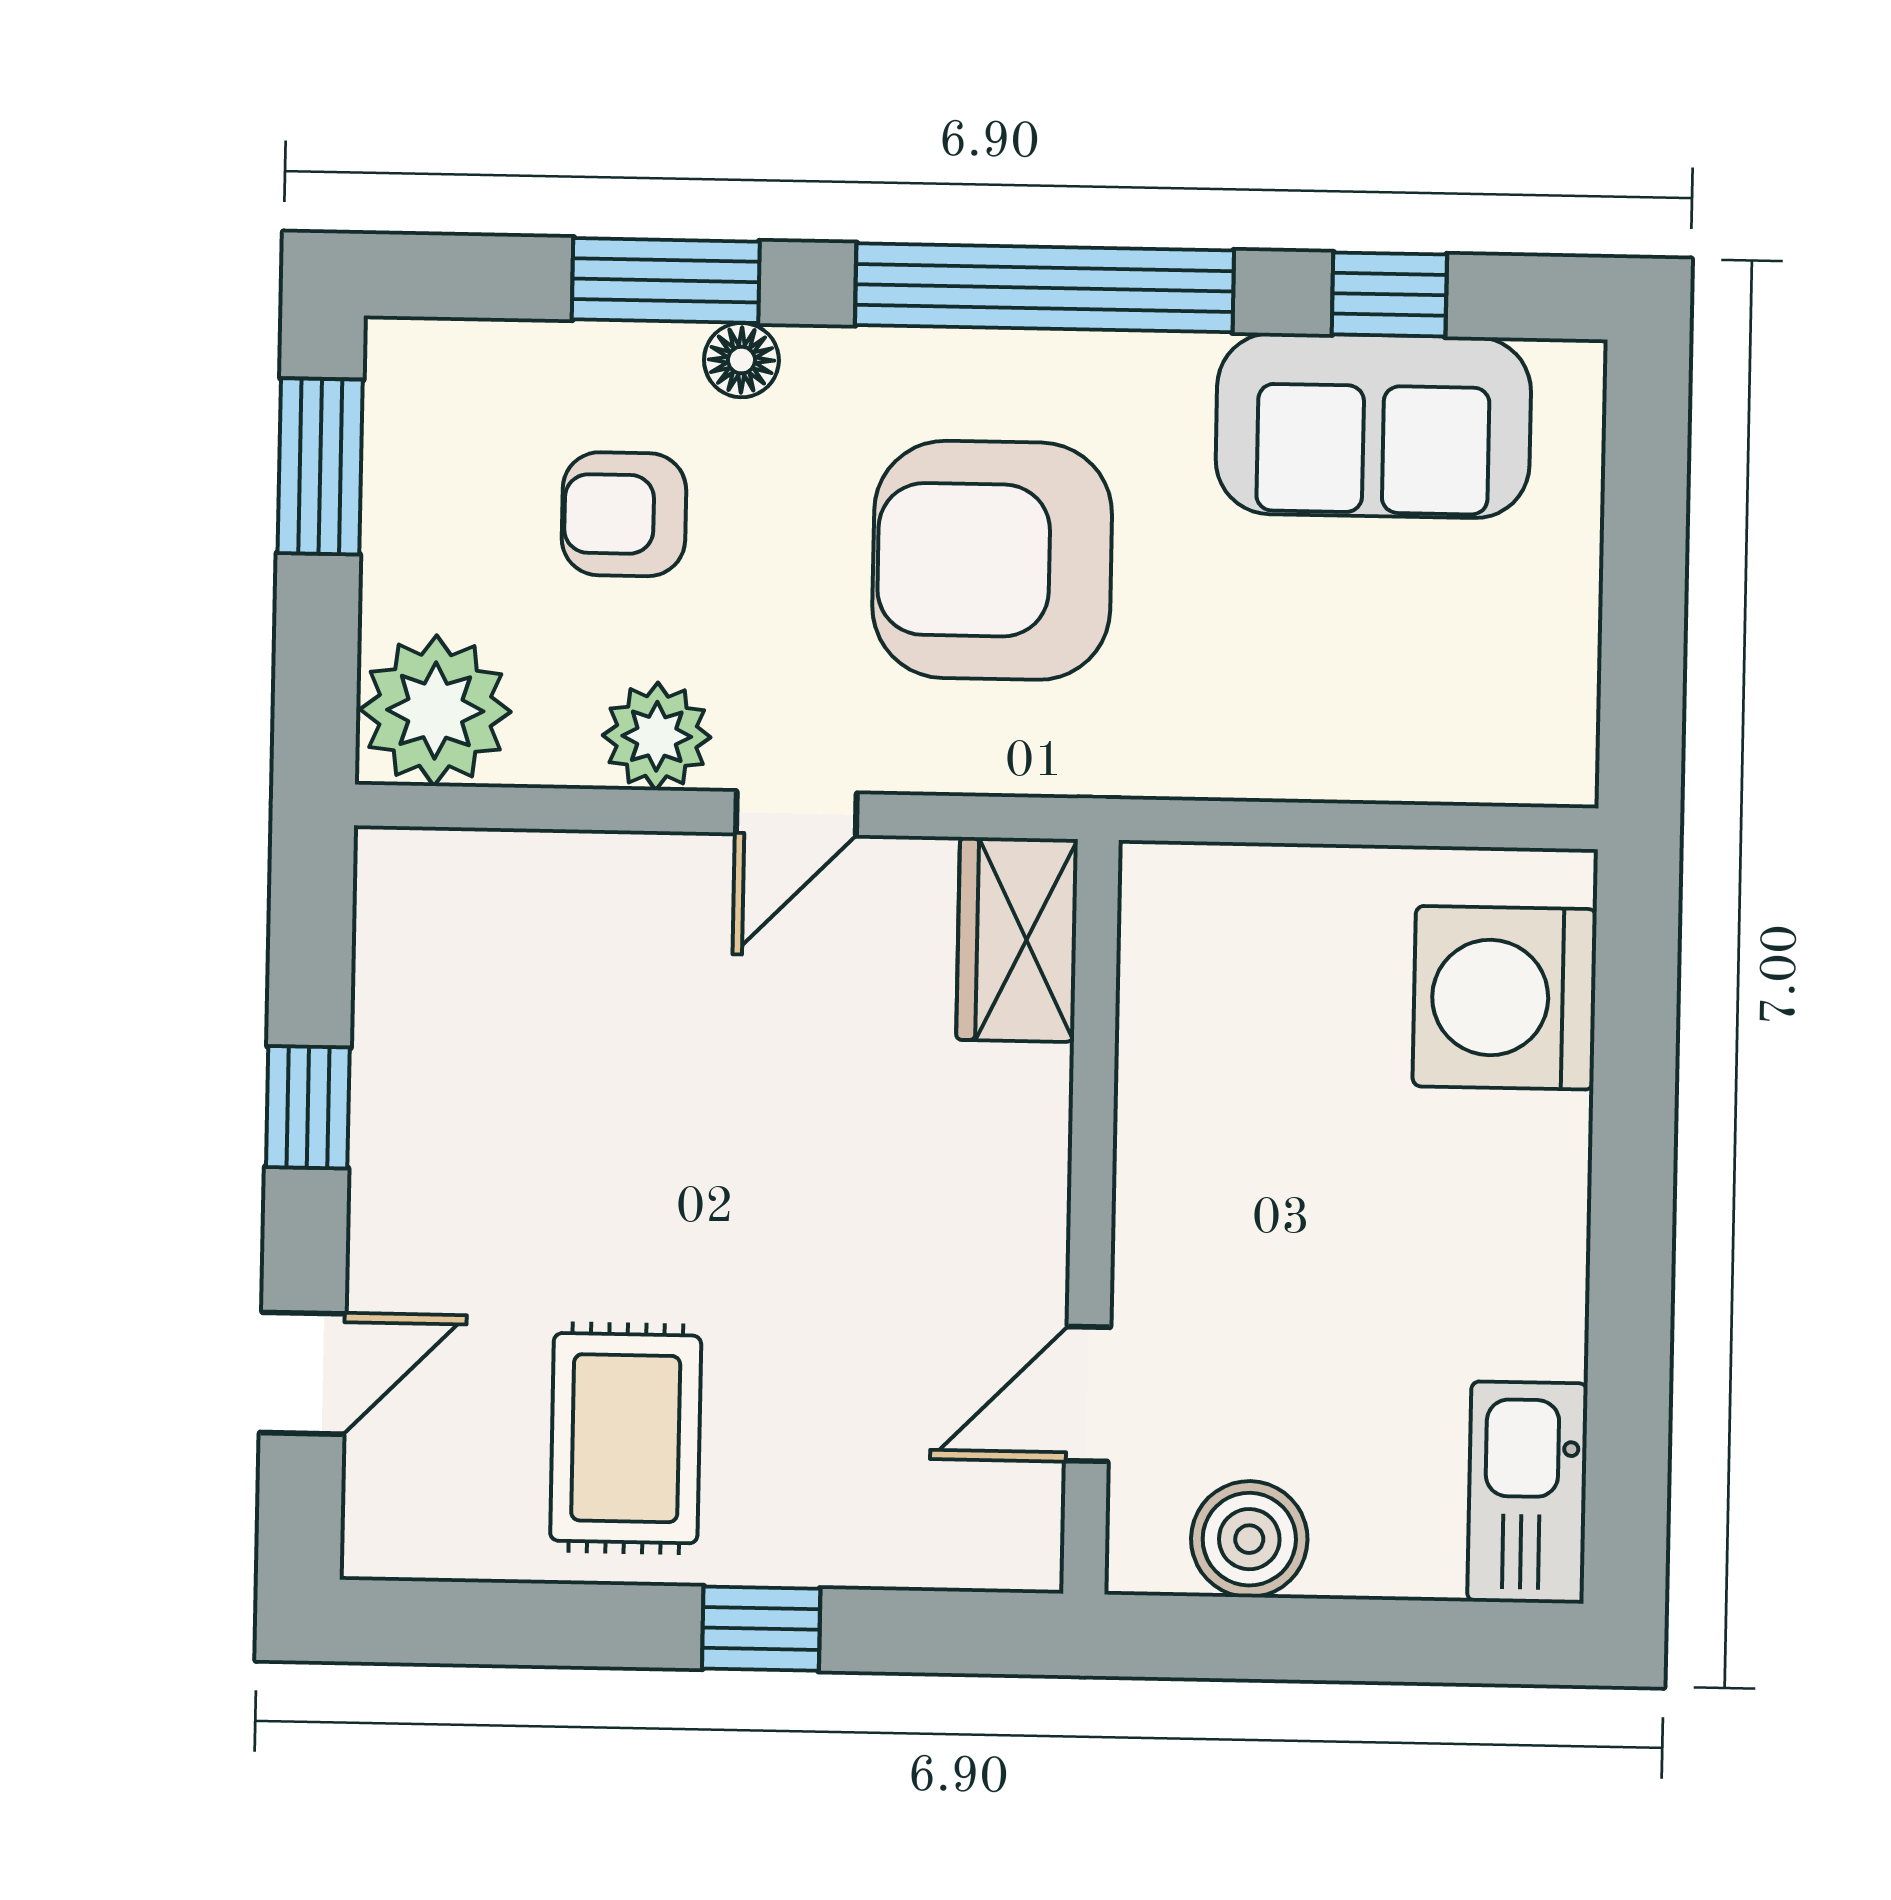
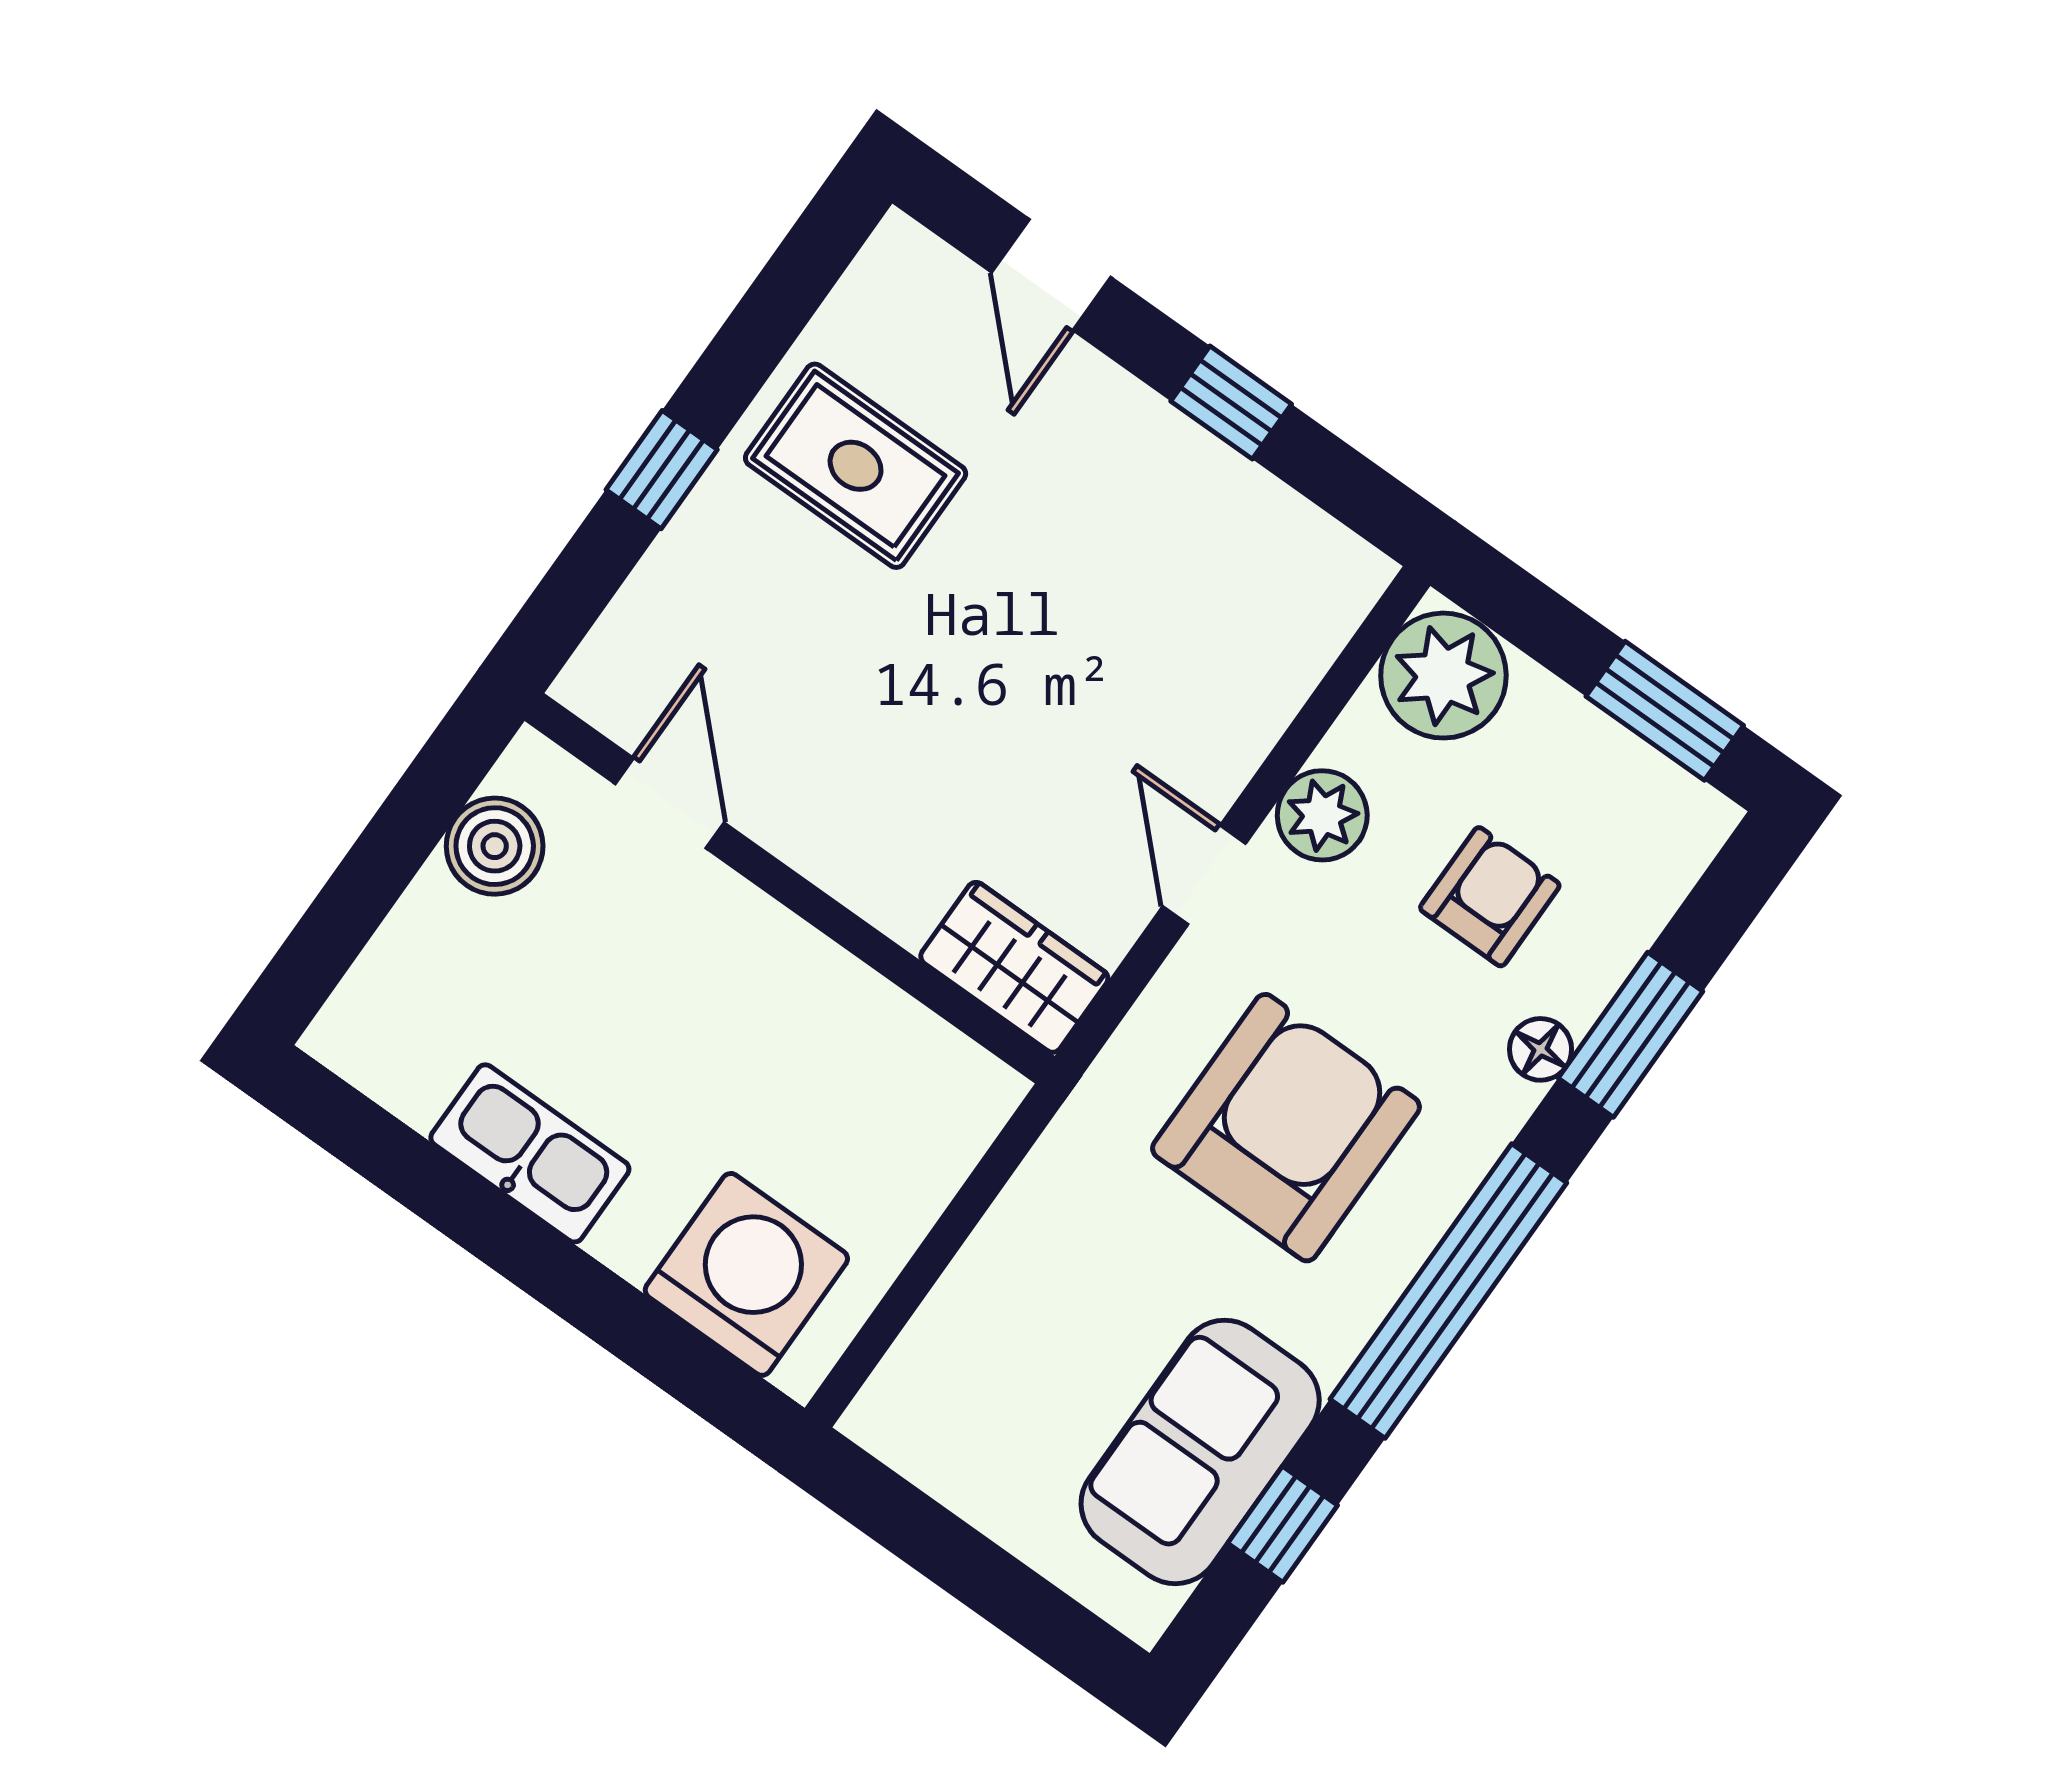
kitchen sink: (1527, 1492) -> (530, 1153), moved

